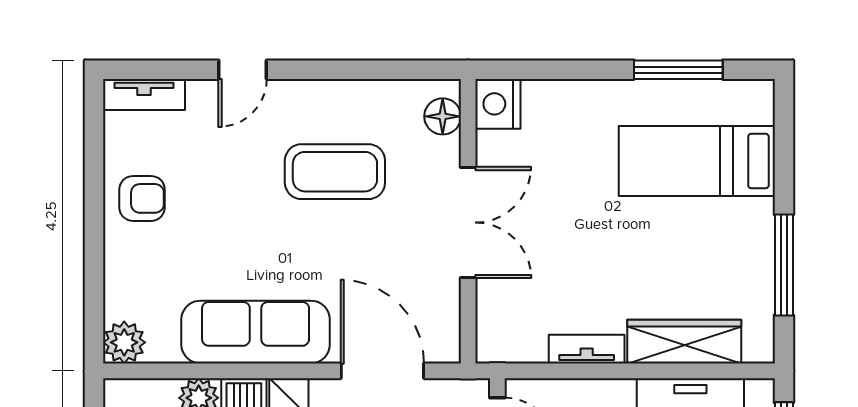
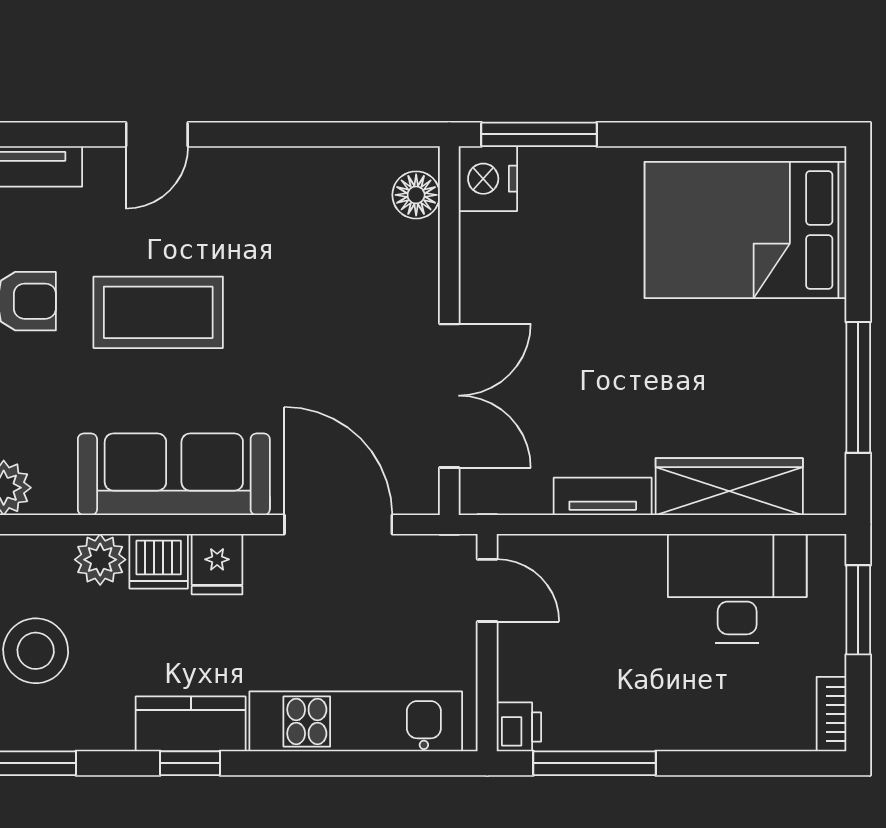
window: (678, 70) -> (539, 134), moved
bed: (697, 161) -> (746, 230), width x1.50
coffee table: (335, 172) -> (158, 312), moved
double door: (468, 222) -> (449, 396), moved

